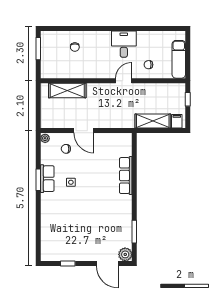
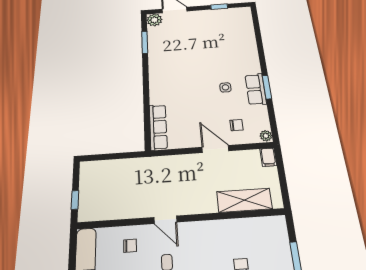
door: (124, 81) -> (165, 220), hinge flipped
shelving: (153, 121) -> (123, 168), removed
filing cabinet: (177, 121) -> (268, 157), moved
row of seats: (126, 176) -> (158, 127), moved

